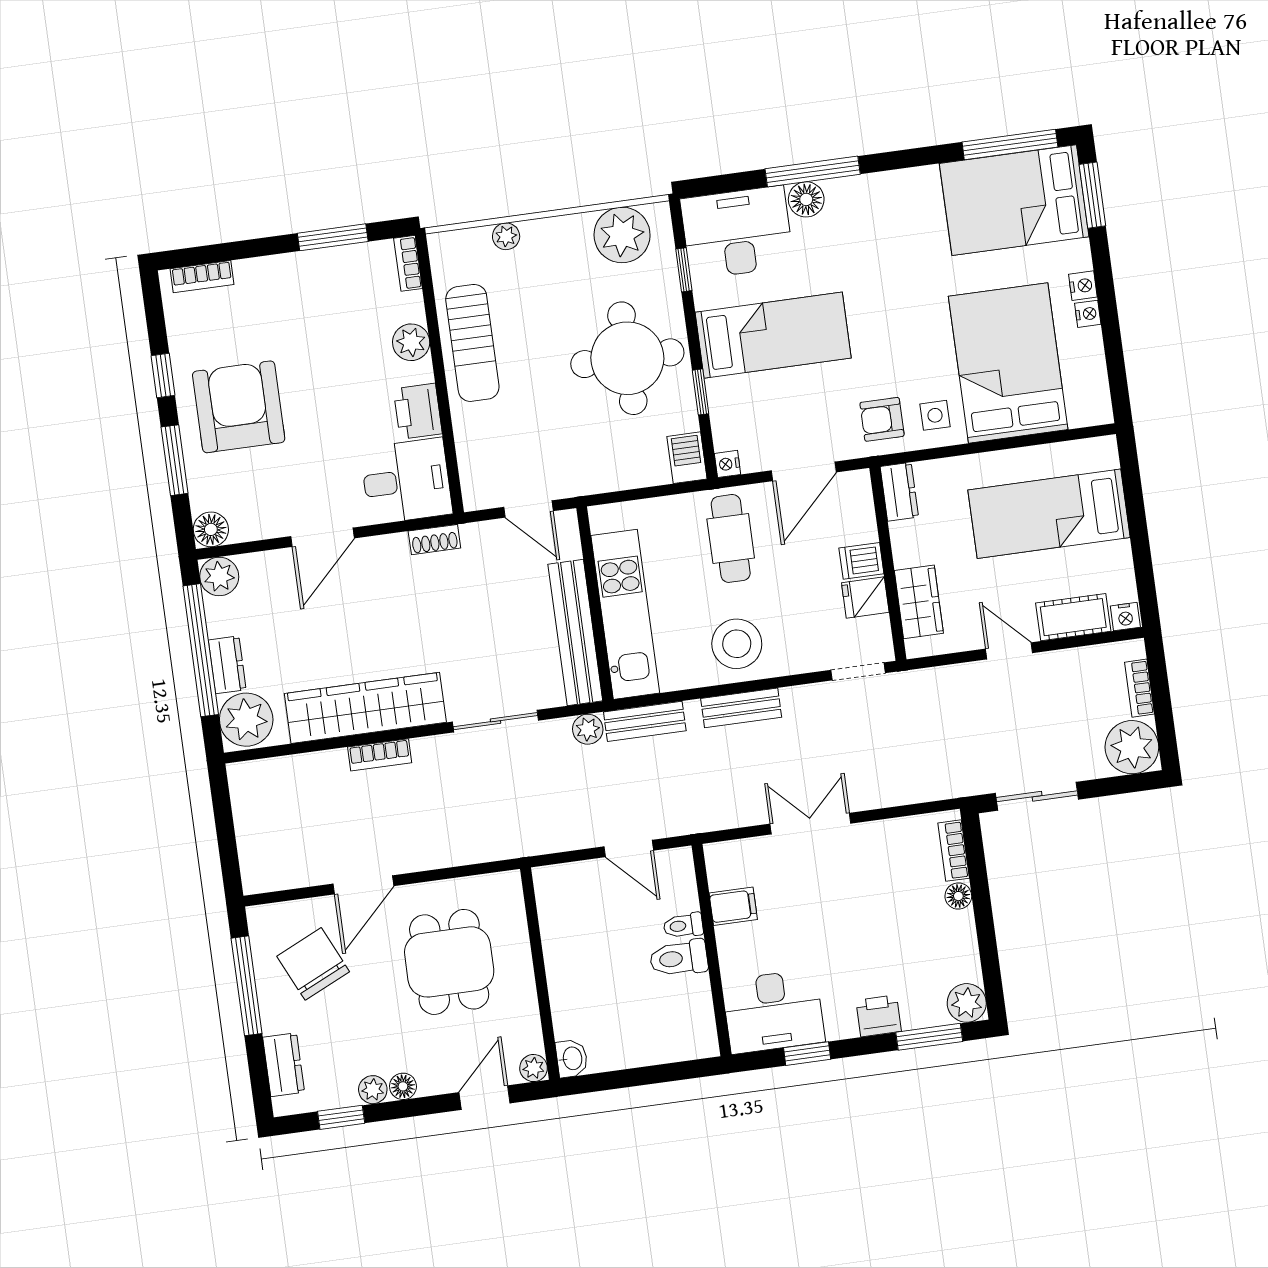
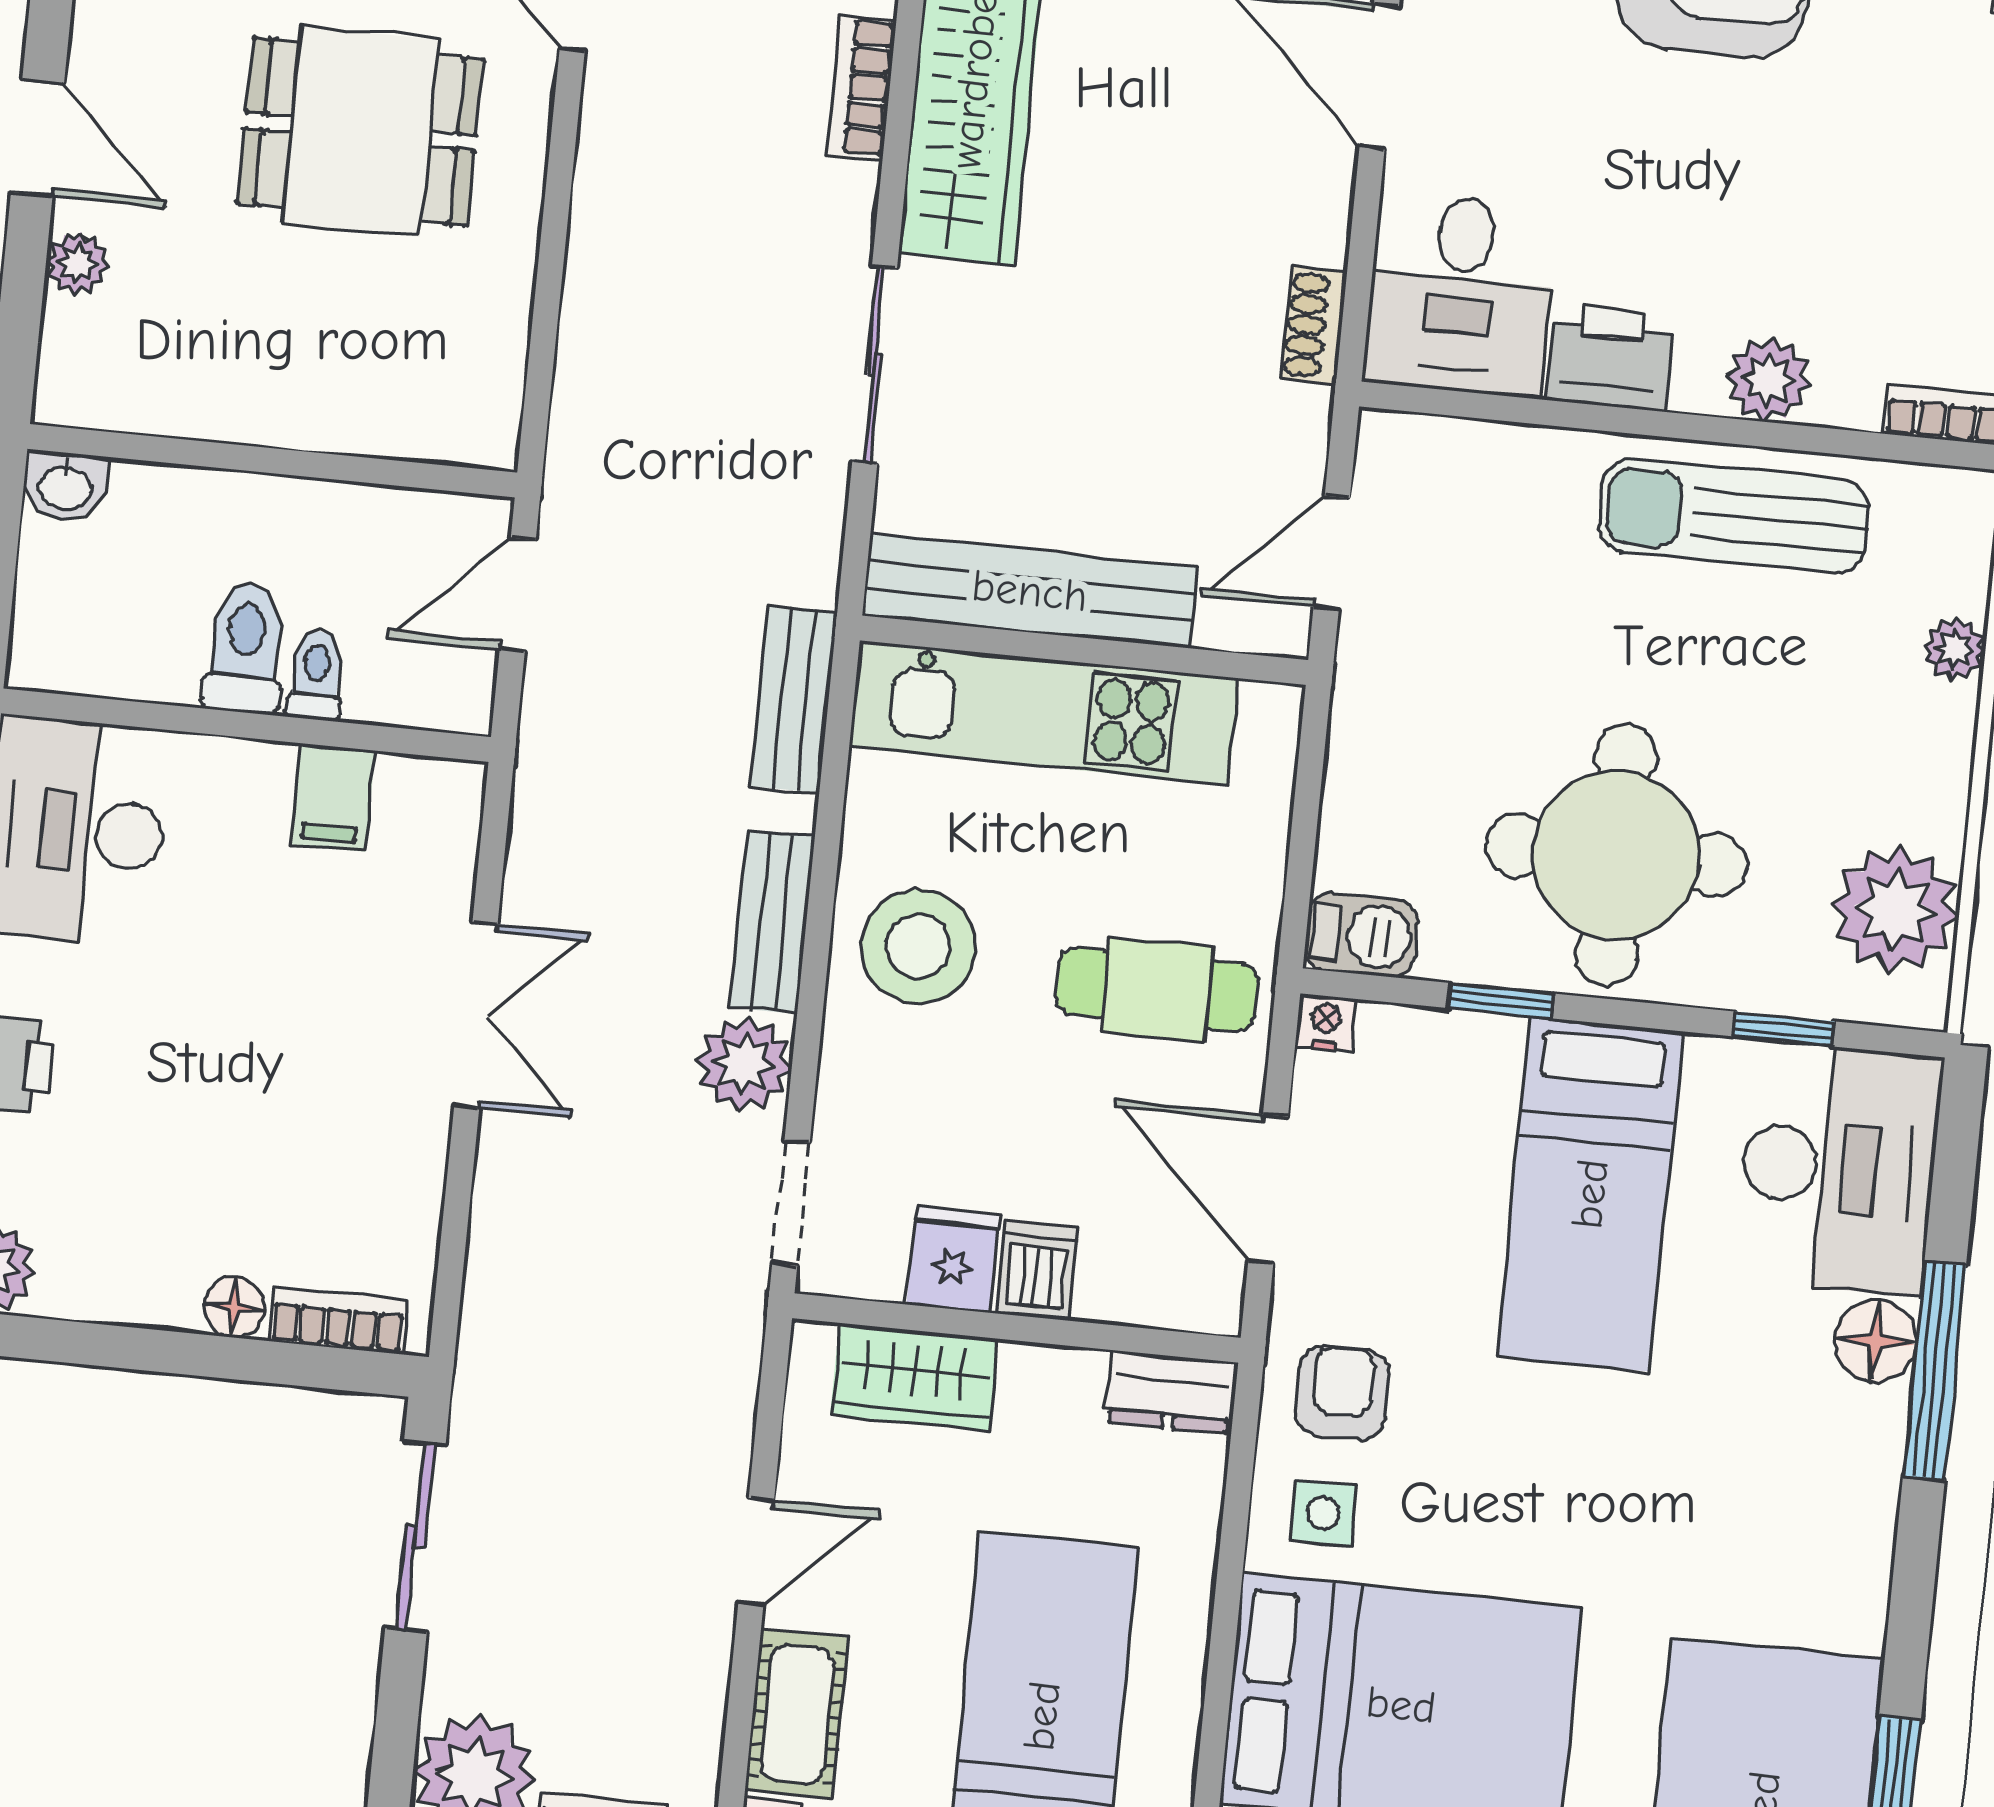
plant: (588, 729) -> (744, 1064), moved, width x1.38, depth x1.38
wall: (540, 974) -> (272, 461), moved
washbasin: (572, 1058) -> (65, 486), moved

